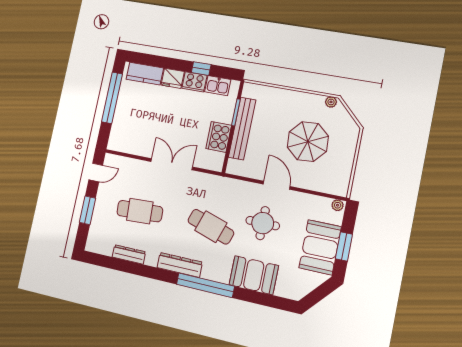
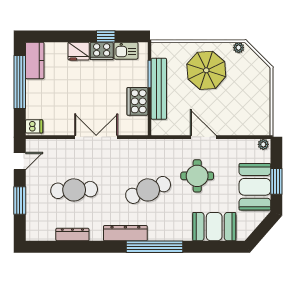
kitchen counter: (145, 74) -> (35, 60), moved, turned -90
dishwasher: (116, 142) -> (34, 126), added
parasol: (308, 142) -> (206, 70), moved
cafe table: (211, 227) -> (148, 190), turned -39
booth: (254, 275) -> (214, 227), moved

